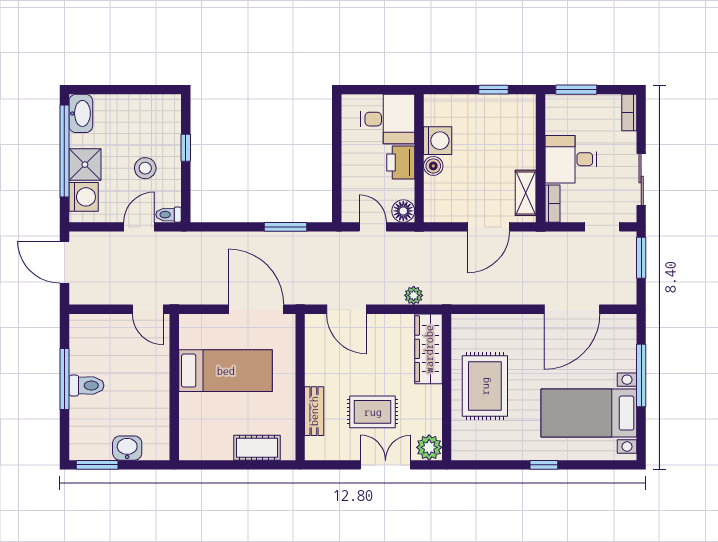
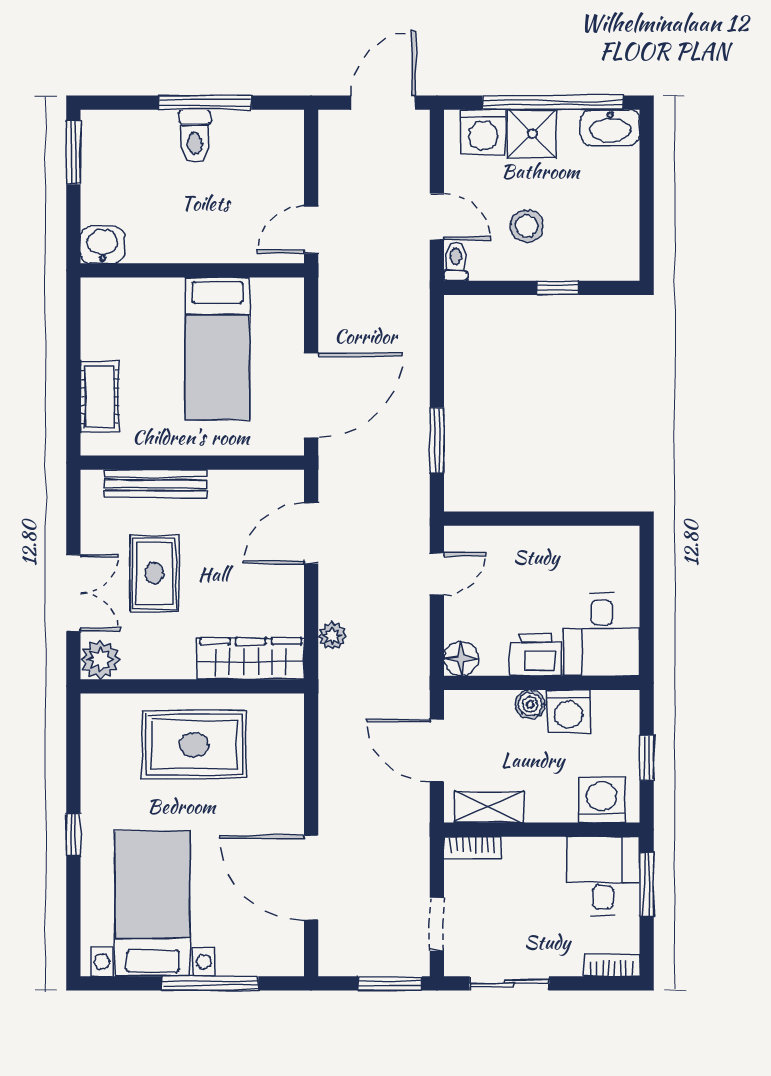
desk: (388, 119) -> (602, 635), moved
washing machine: (521, 119) -> (602, 800), added
washing machine: (438, 141) -> (569, 711), moved
wall: (419, 158) -> (542, 683), moved
desk: (571, 159) -> (603, 876), moved
printer: (401, 162) -> (535, 655), moved
boiler: (433, 166) -> (530, 704), moved
floor lamp: (403, 211) -> (461, 659), moved
bench: (314, 411) -> (156, 484), width x1.36
washbasin: (127, 448) -> (103, 245), moved, turned -90

